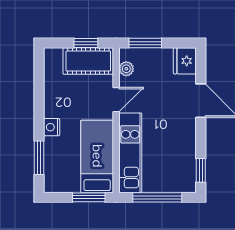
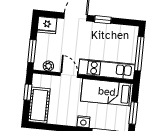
cot: (88, 61) -> (39, 105), moved
window: (201, 170) -> (103, 20), moved
window: (89, 197) -> (133, 113), moved

